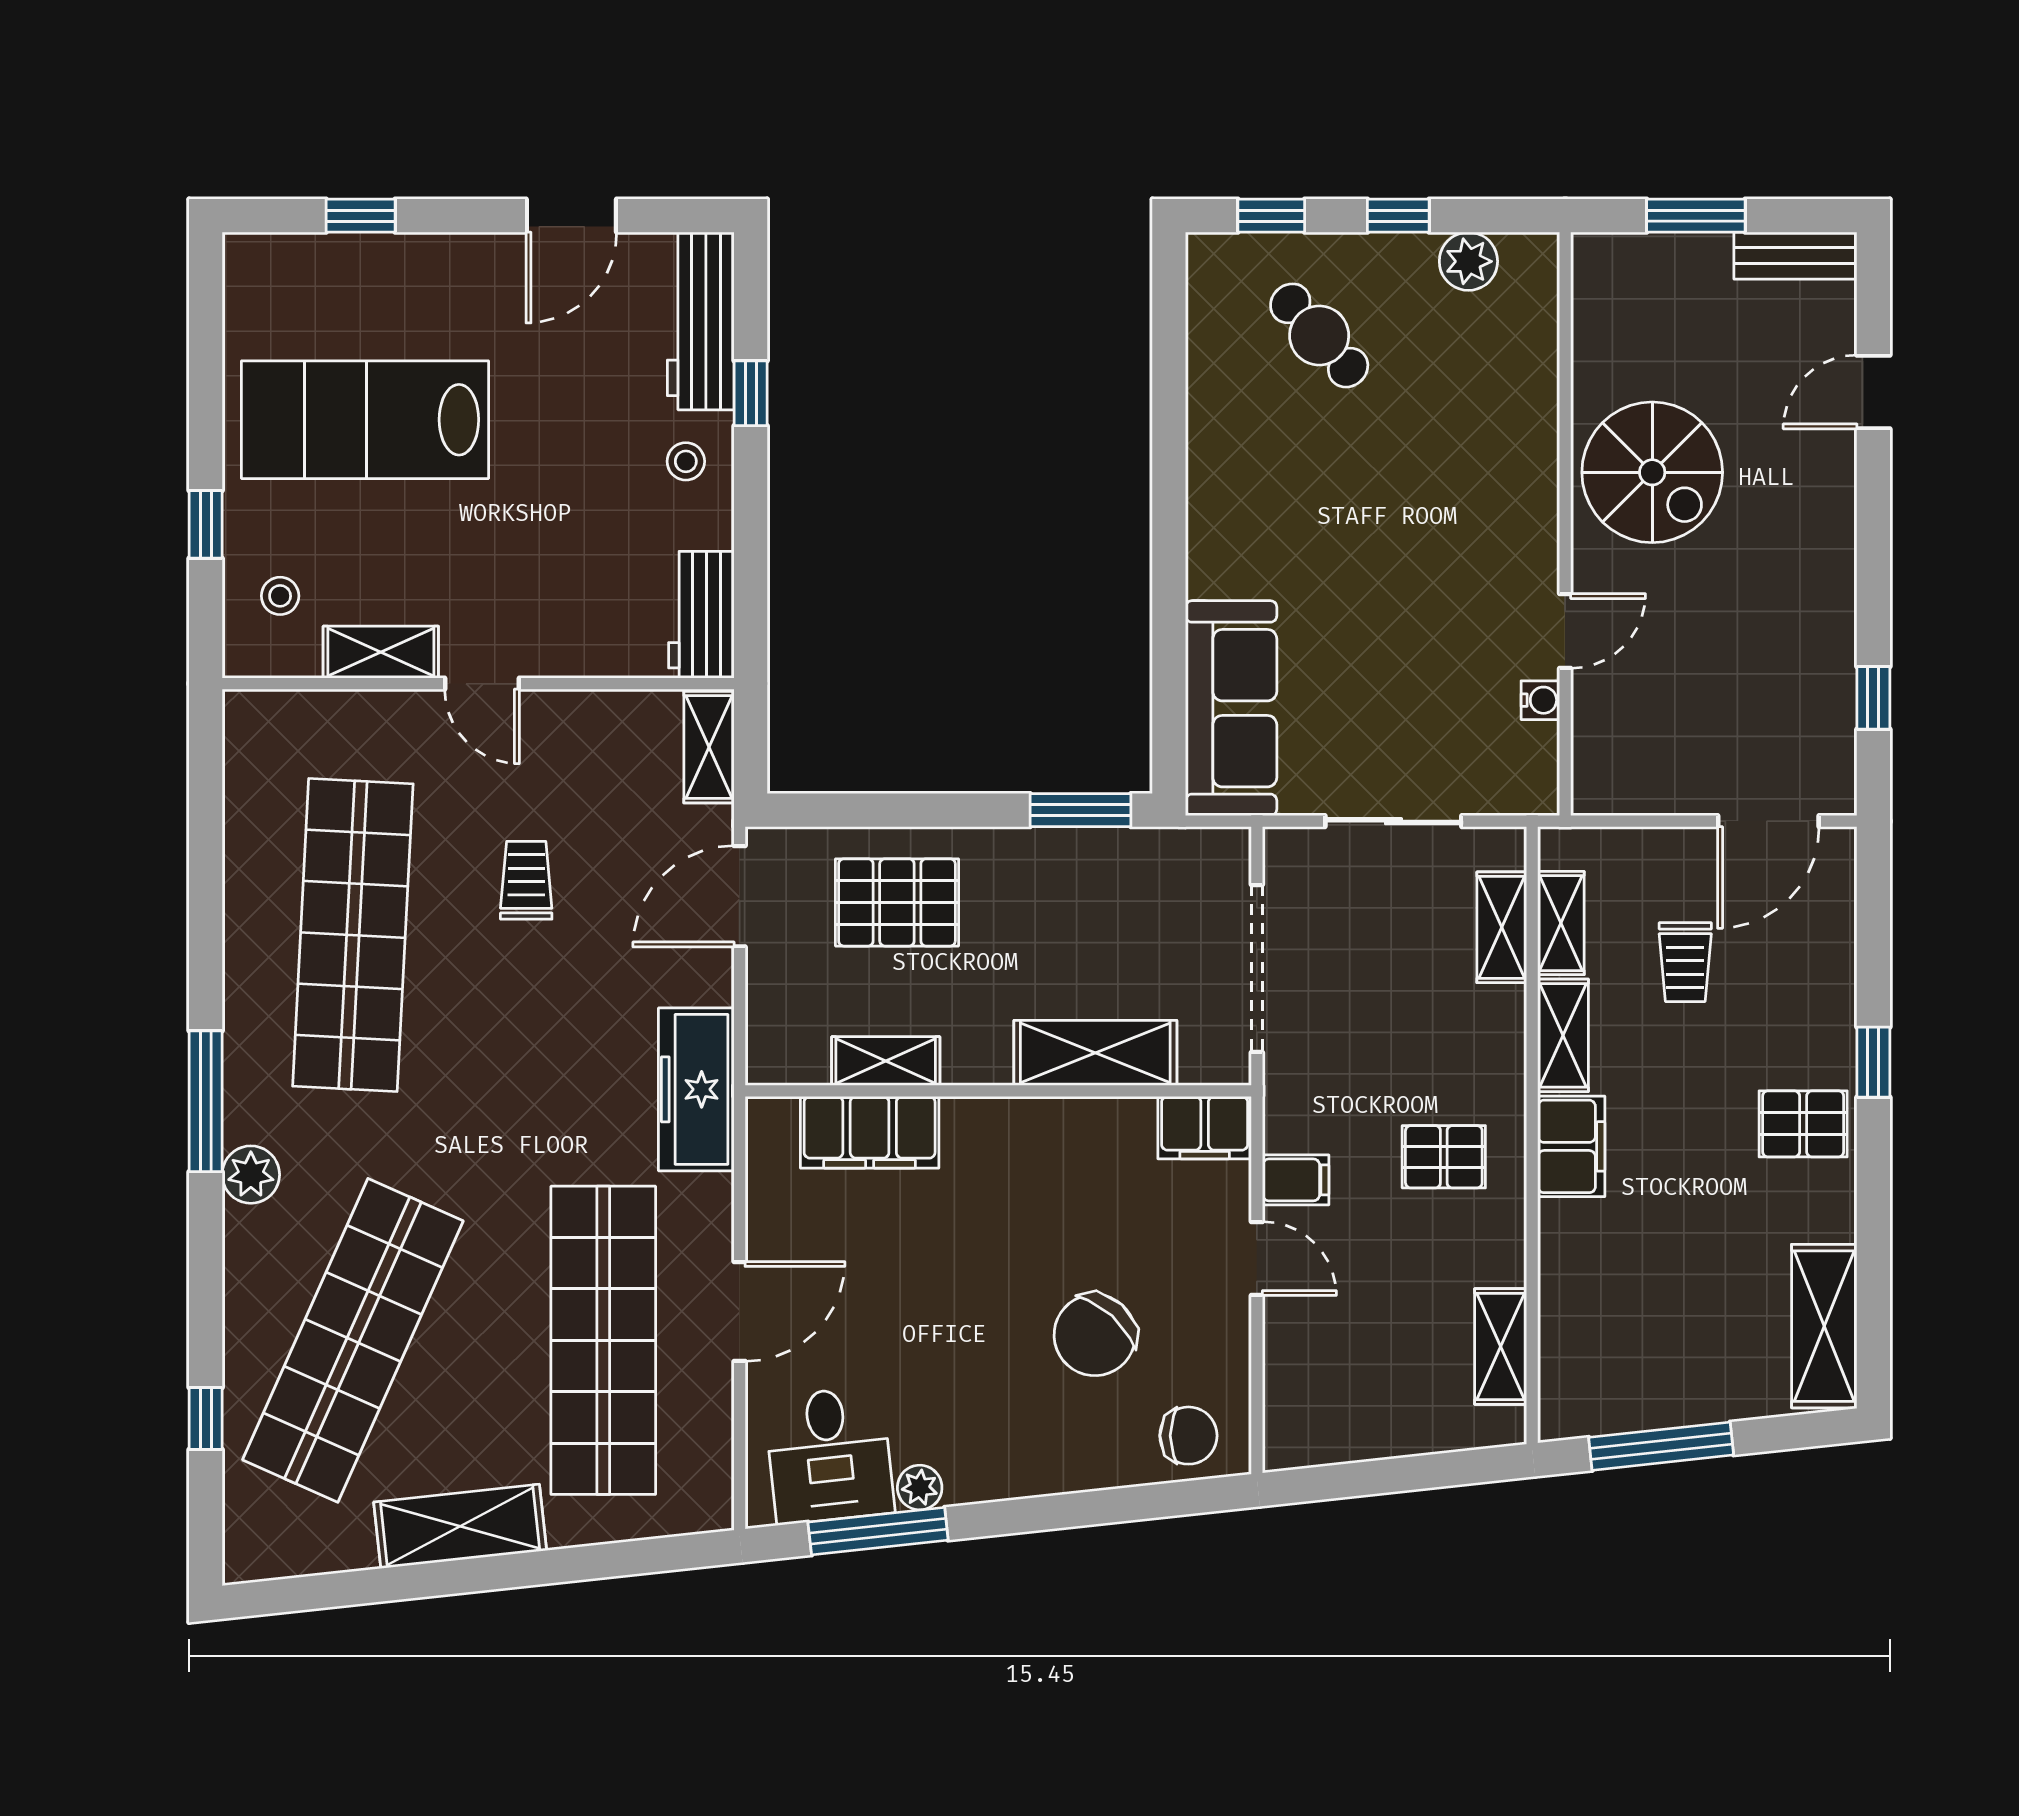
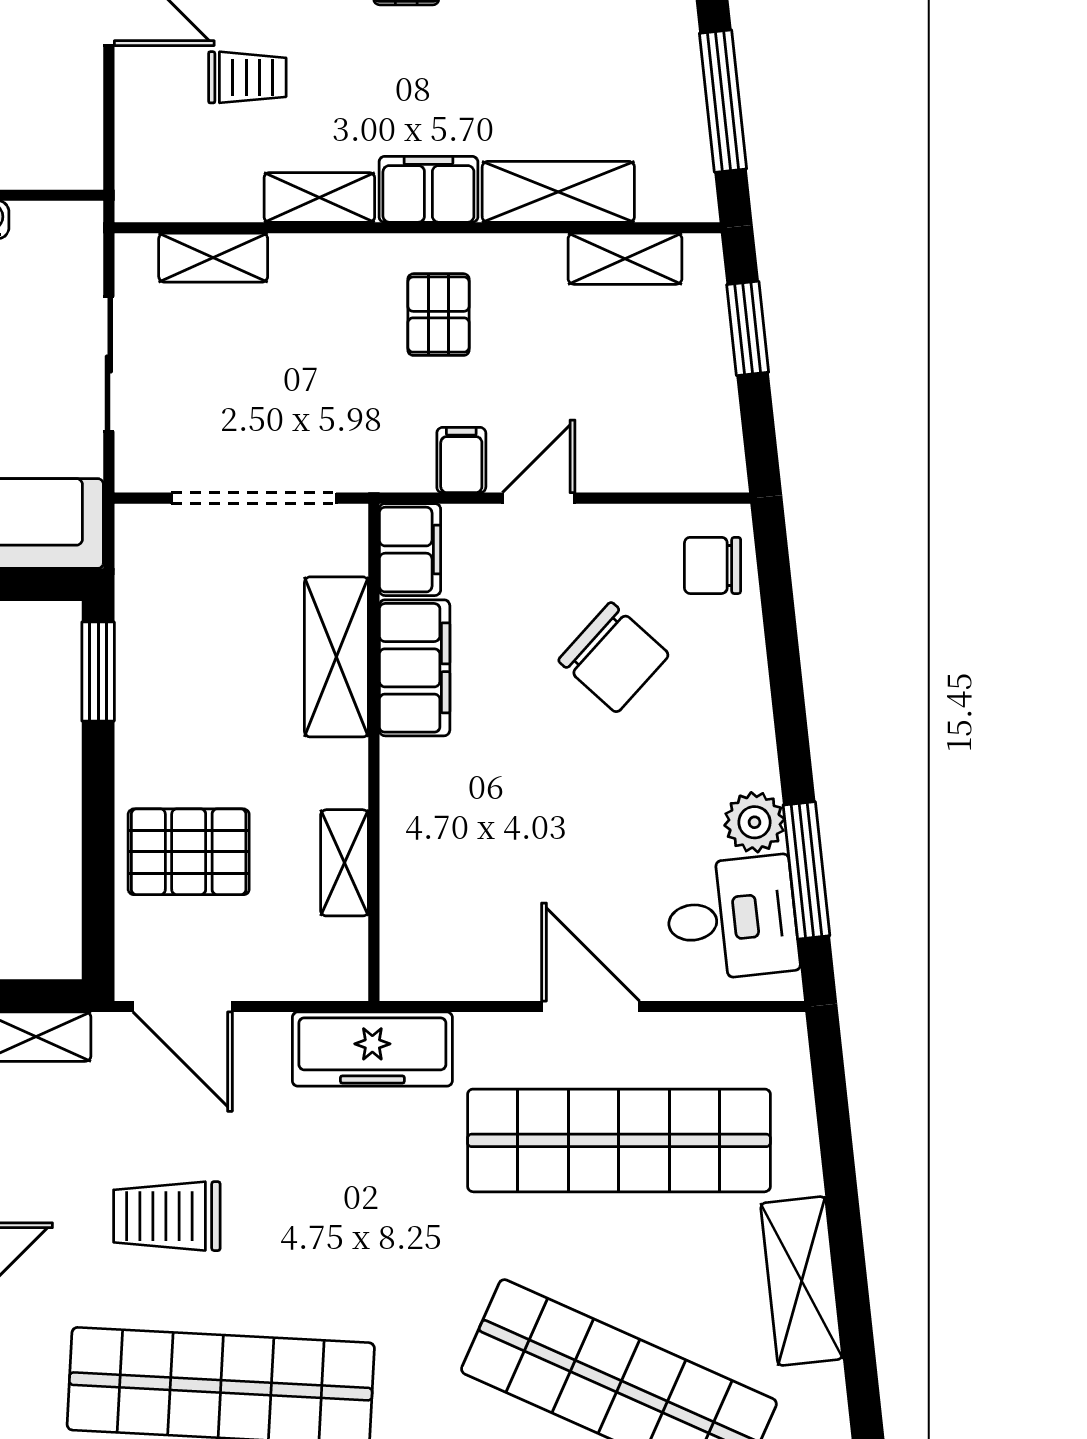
trolley: (526, 880) -> (167, 1216), width x1.36, depth x1.39
pallet: (897, 902) -> (189, 852), turned 90
shelving: (1561, 923) -> (558, 192), moved, width x1.50, depth x1.33
filing cabinet: (870, 1132) -> (415, 668), moved
chair: (1188, 1436) -> (713, 565), turned -90
window: (1430, 1471) -> (748, 328), added
plant: (920, 1488) -> (754, 822), width x1.38, depth x1.38

